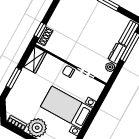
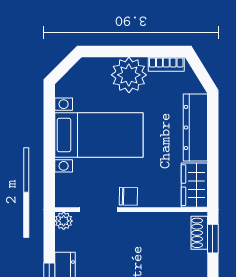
plant: (110, 67) -> (64, 221), moved
window: (14, 78) -> (213, 135), removed
dresser: (20, 86) -> (195, 127), added

